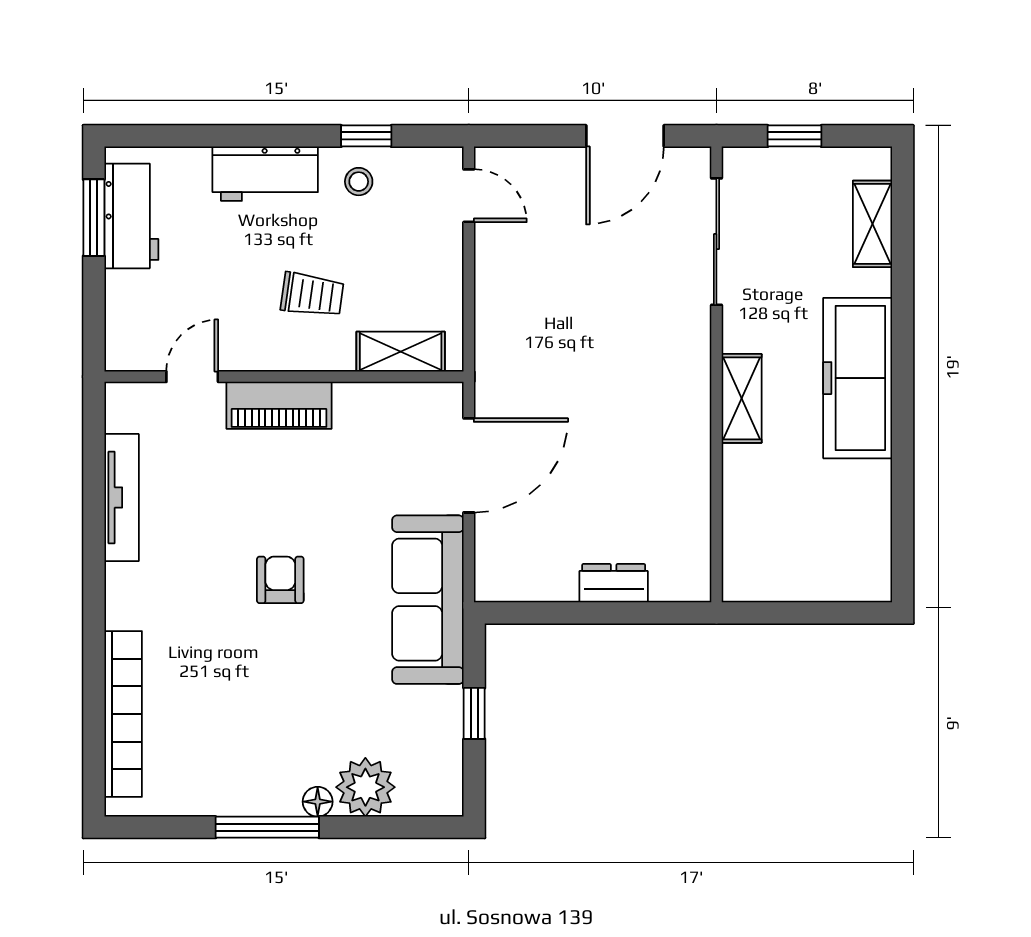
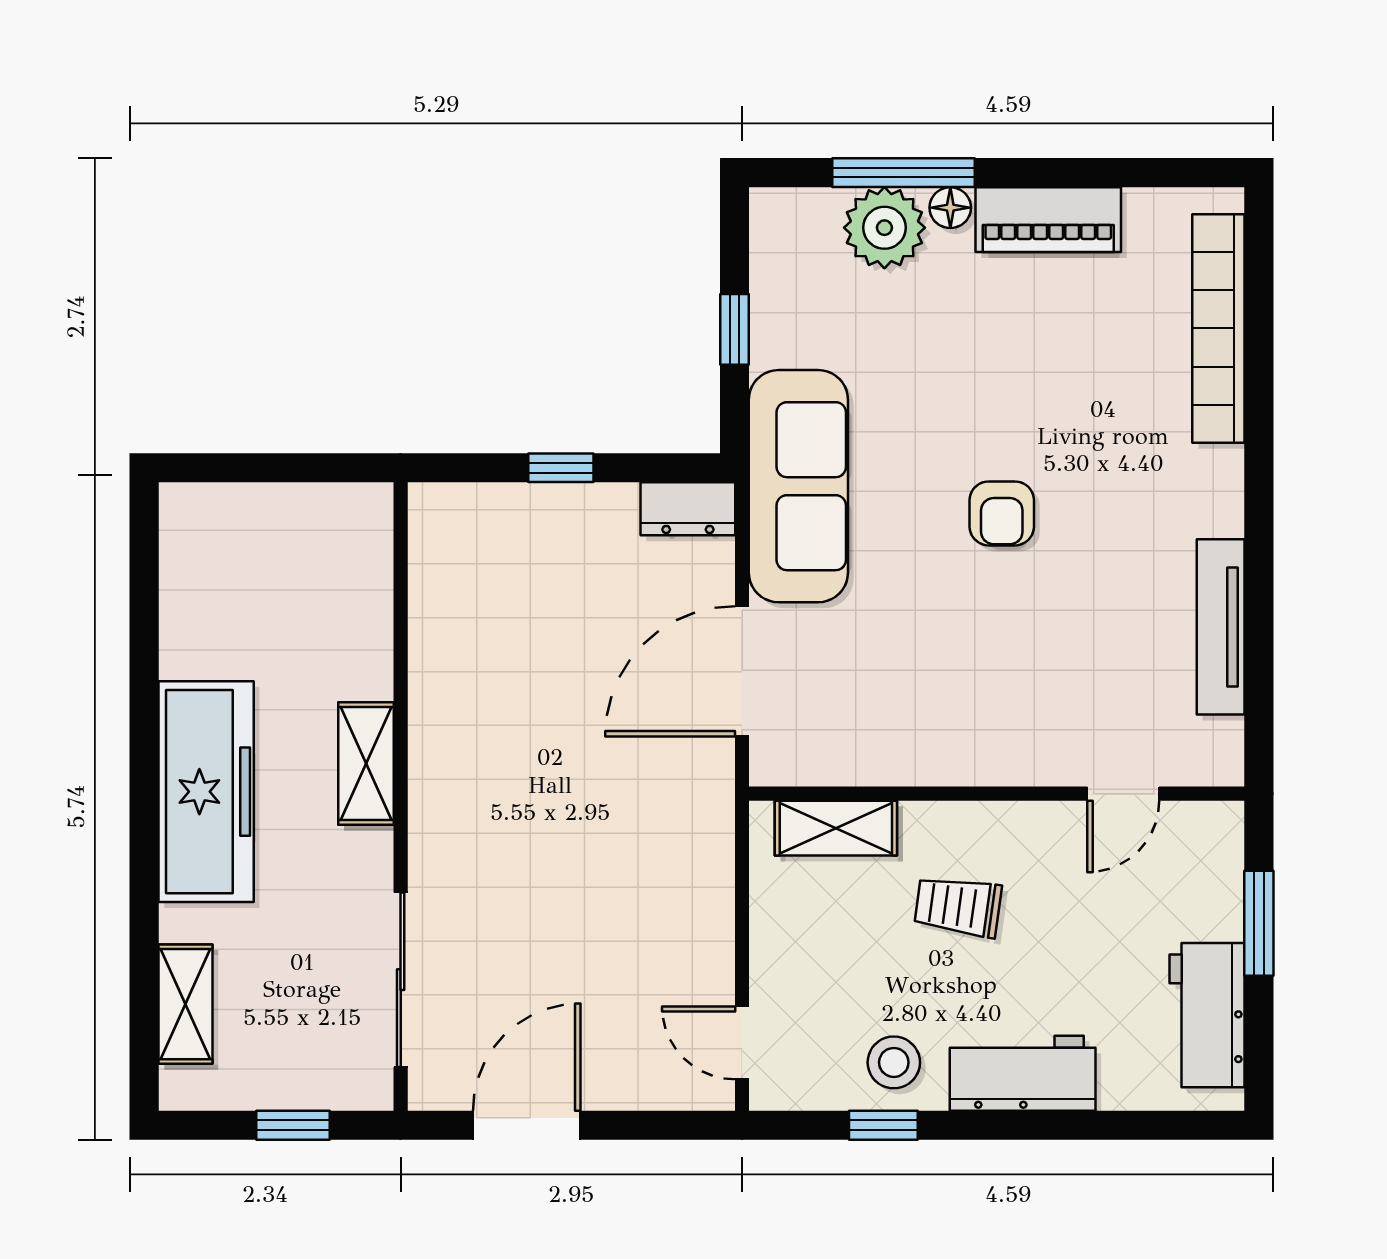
stool: (359, 182) -> (894, 1062), width x1.37, depth x1.37
window: (94, 218) -> (1259, 923), moved
piano: (279, 405) -> (1048, 220), moved, turned 180
dresser: (614, 583) -> (688, 509), moved
window: (600, 613) -> (561, 468), added
window: (267, 827) -> (903, 173), moved

